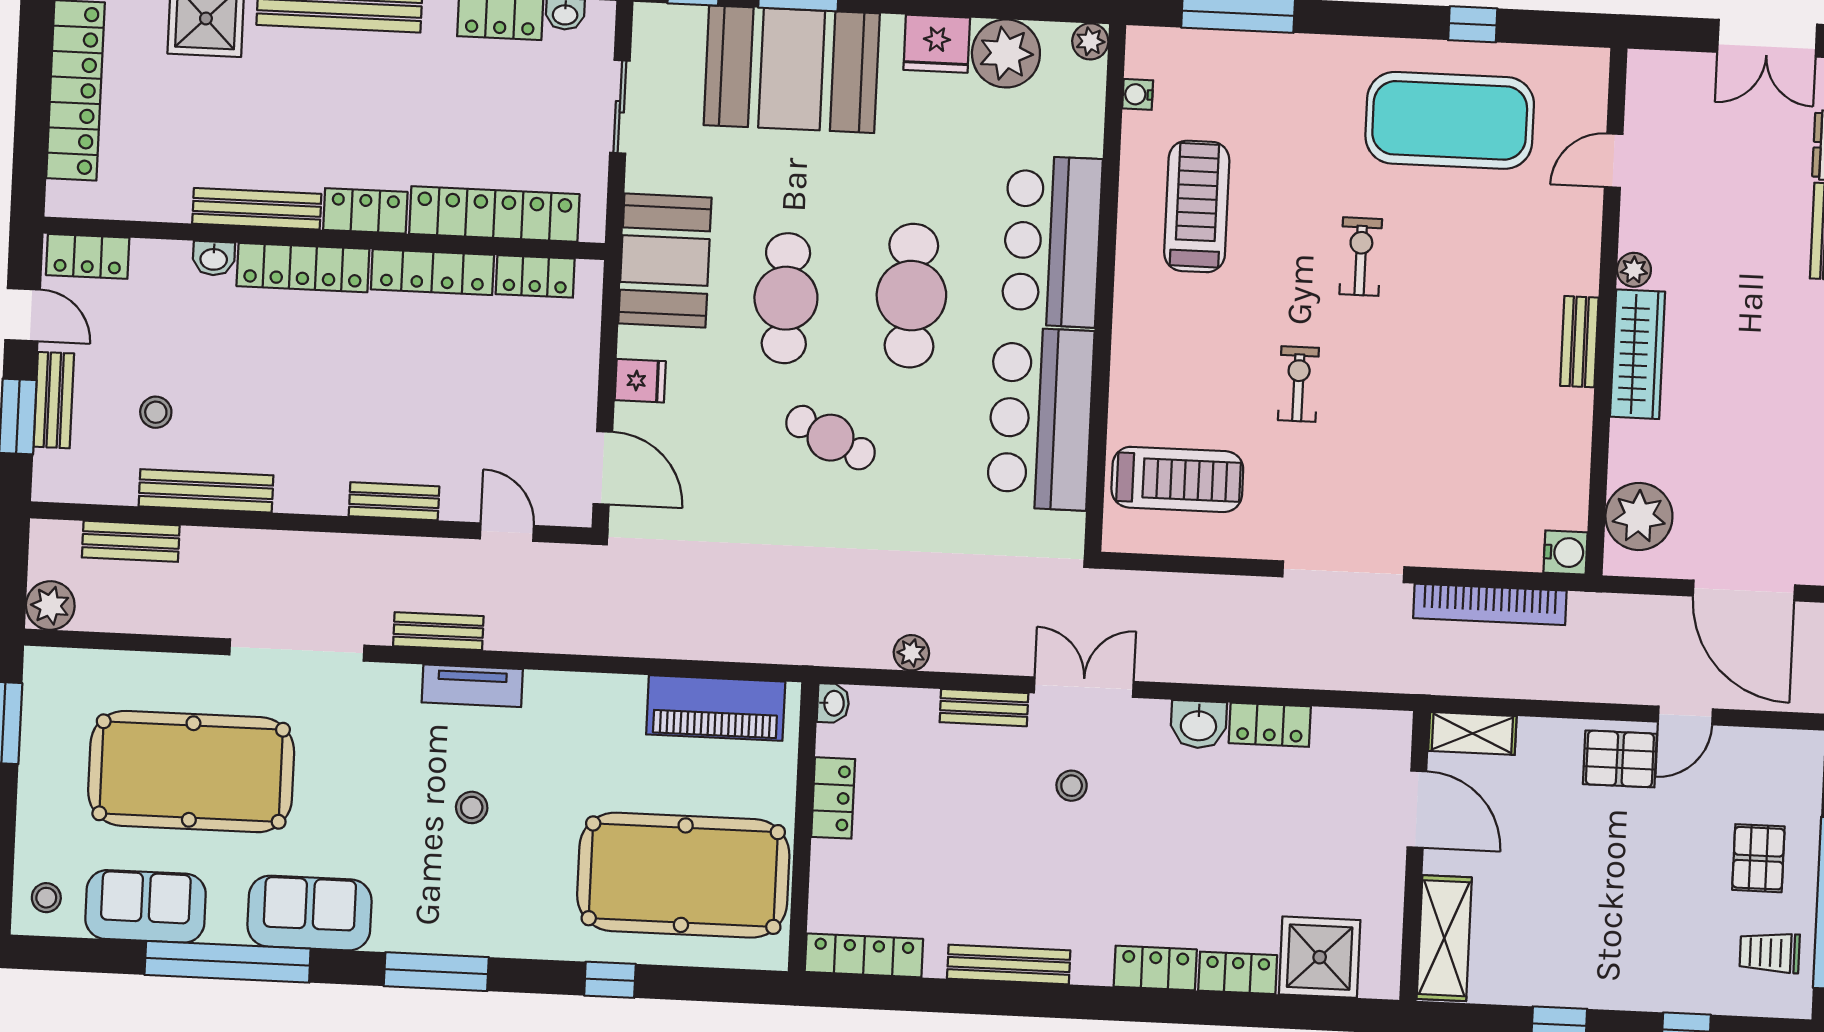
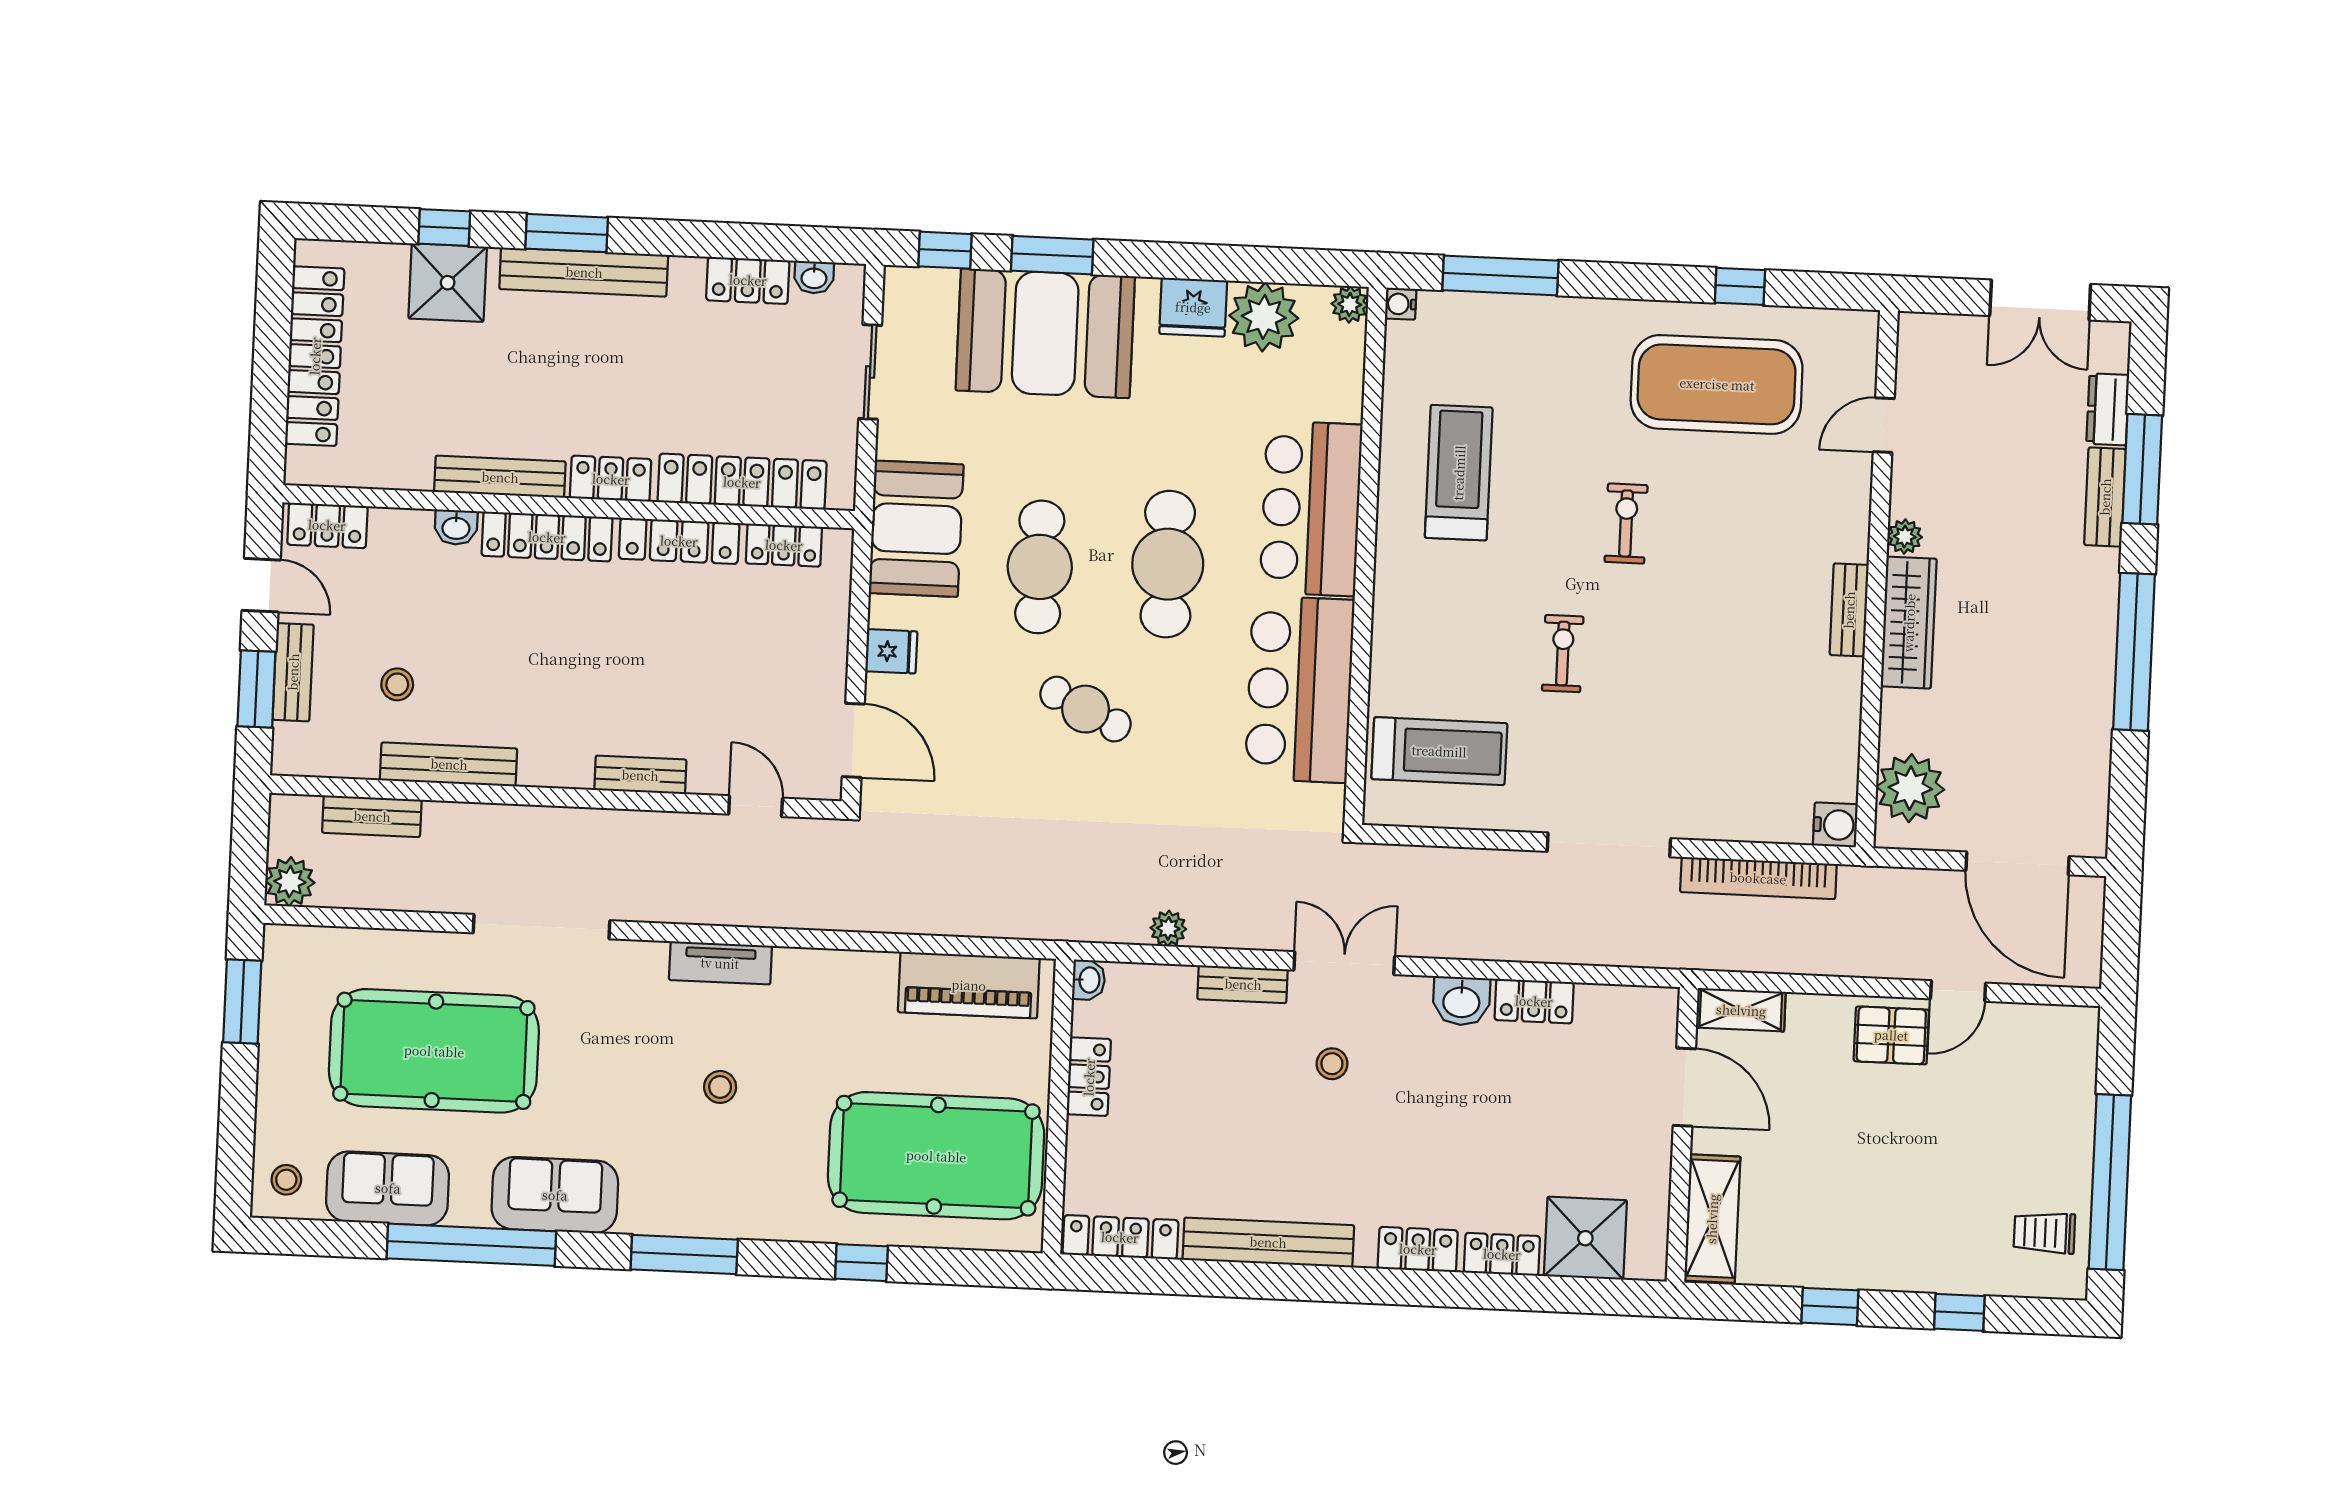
water cooler: (1138, 94) -> (1401, 304), moved
bench: (438, 631) -> (686, 907), removed
pallet: (1758, 858) -> (2033, 1136), removed
bench: (1009, 964) -> (1268, 1242), width x1.37, depth x1.21

